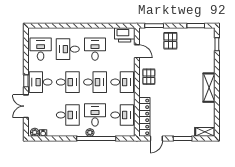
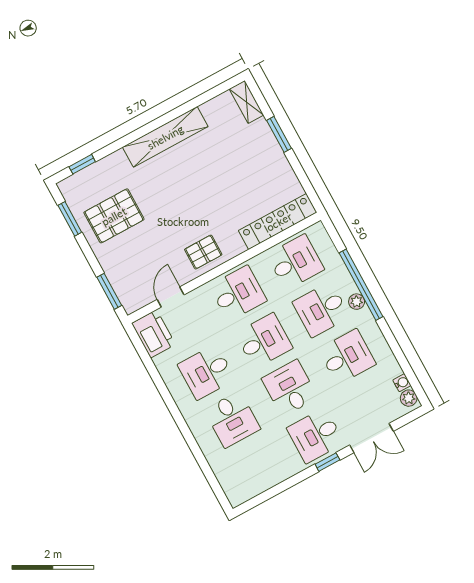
pallet: (170, 41) -> (114, 216), moved, width x1.50, depth x1.42
desk: (41, 49) -> (258, 467), removed
desk: (41, 82) -> (316, 435), turned 90
desk: (95, 82) -> (264, 341), turned 90
desk: (122, 82) -> (238, 293), turned 90
shelving: (209, 88) -> (165, 137), width x1.47
desk: (68, 115) -> (347, 357), turned 90
desk: (122, 115) -> (295, 262), turned 90
door: (156, 139) -> (304, 180), removed

